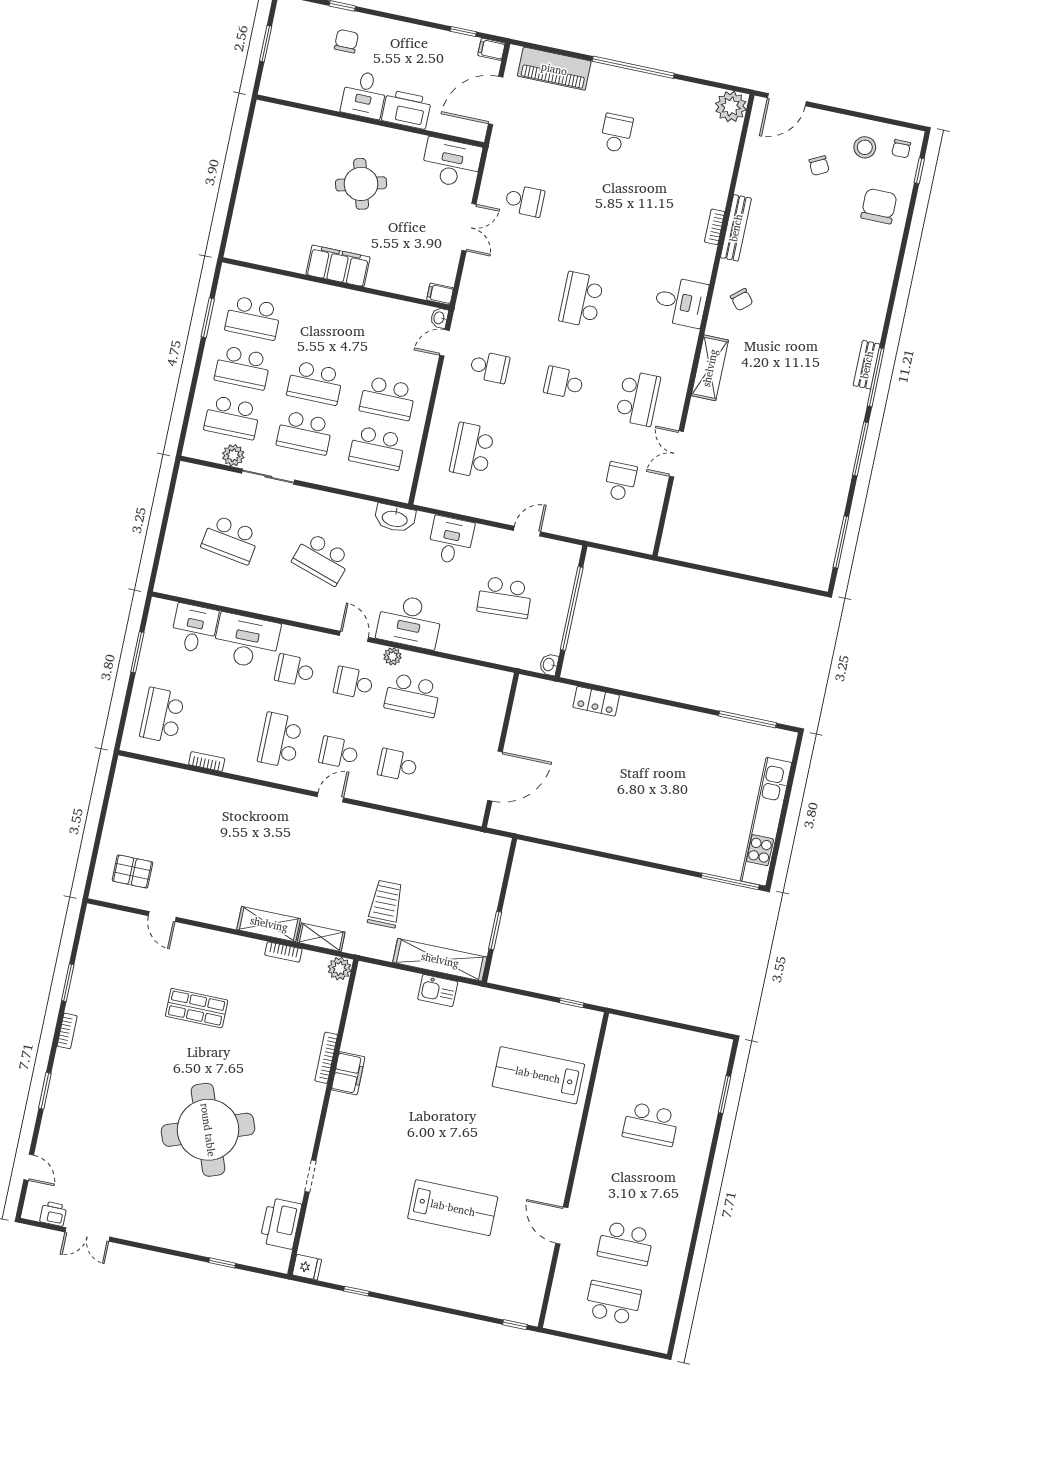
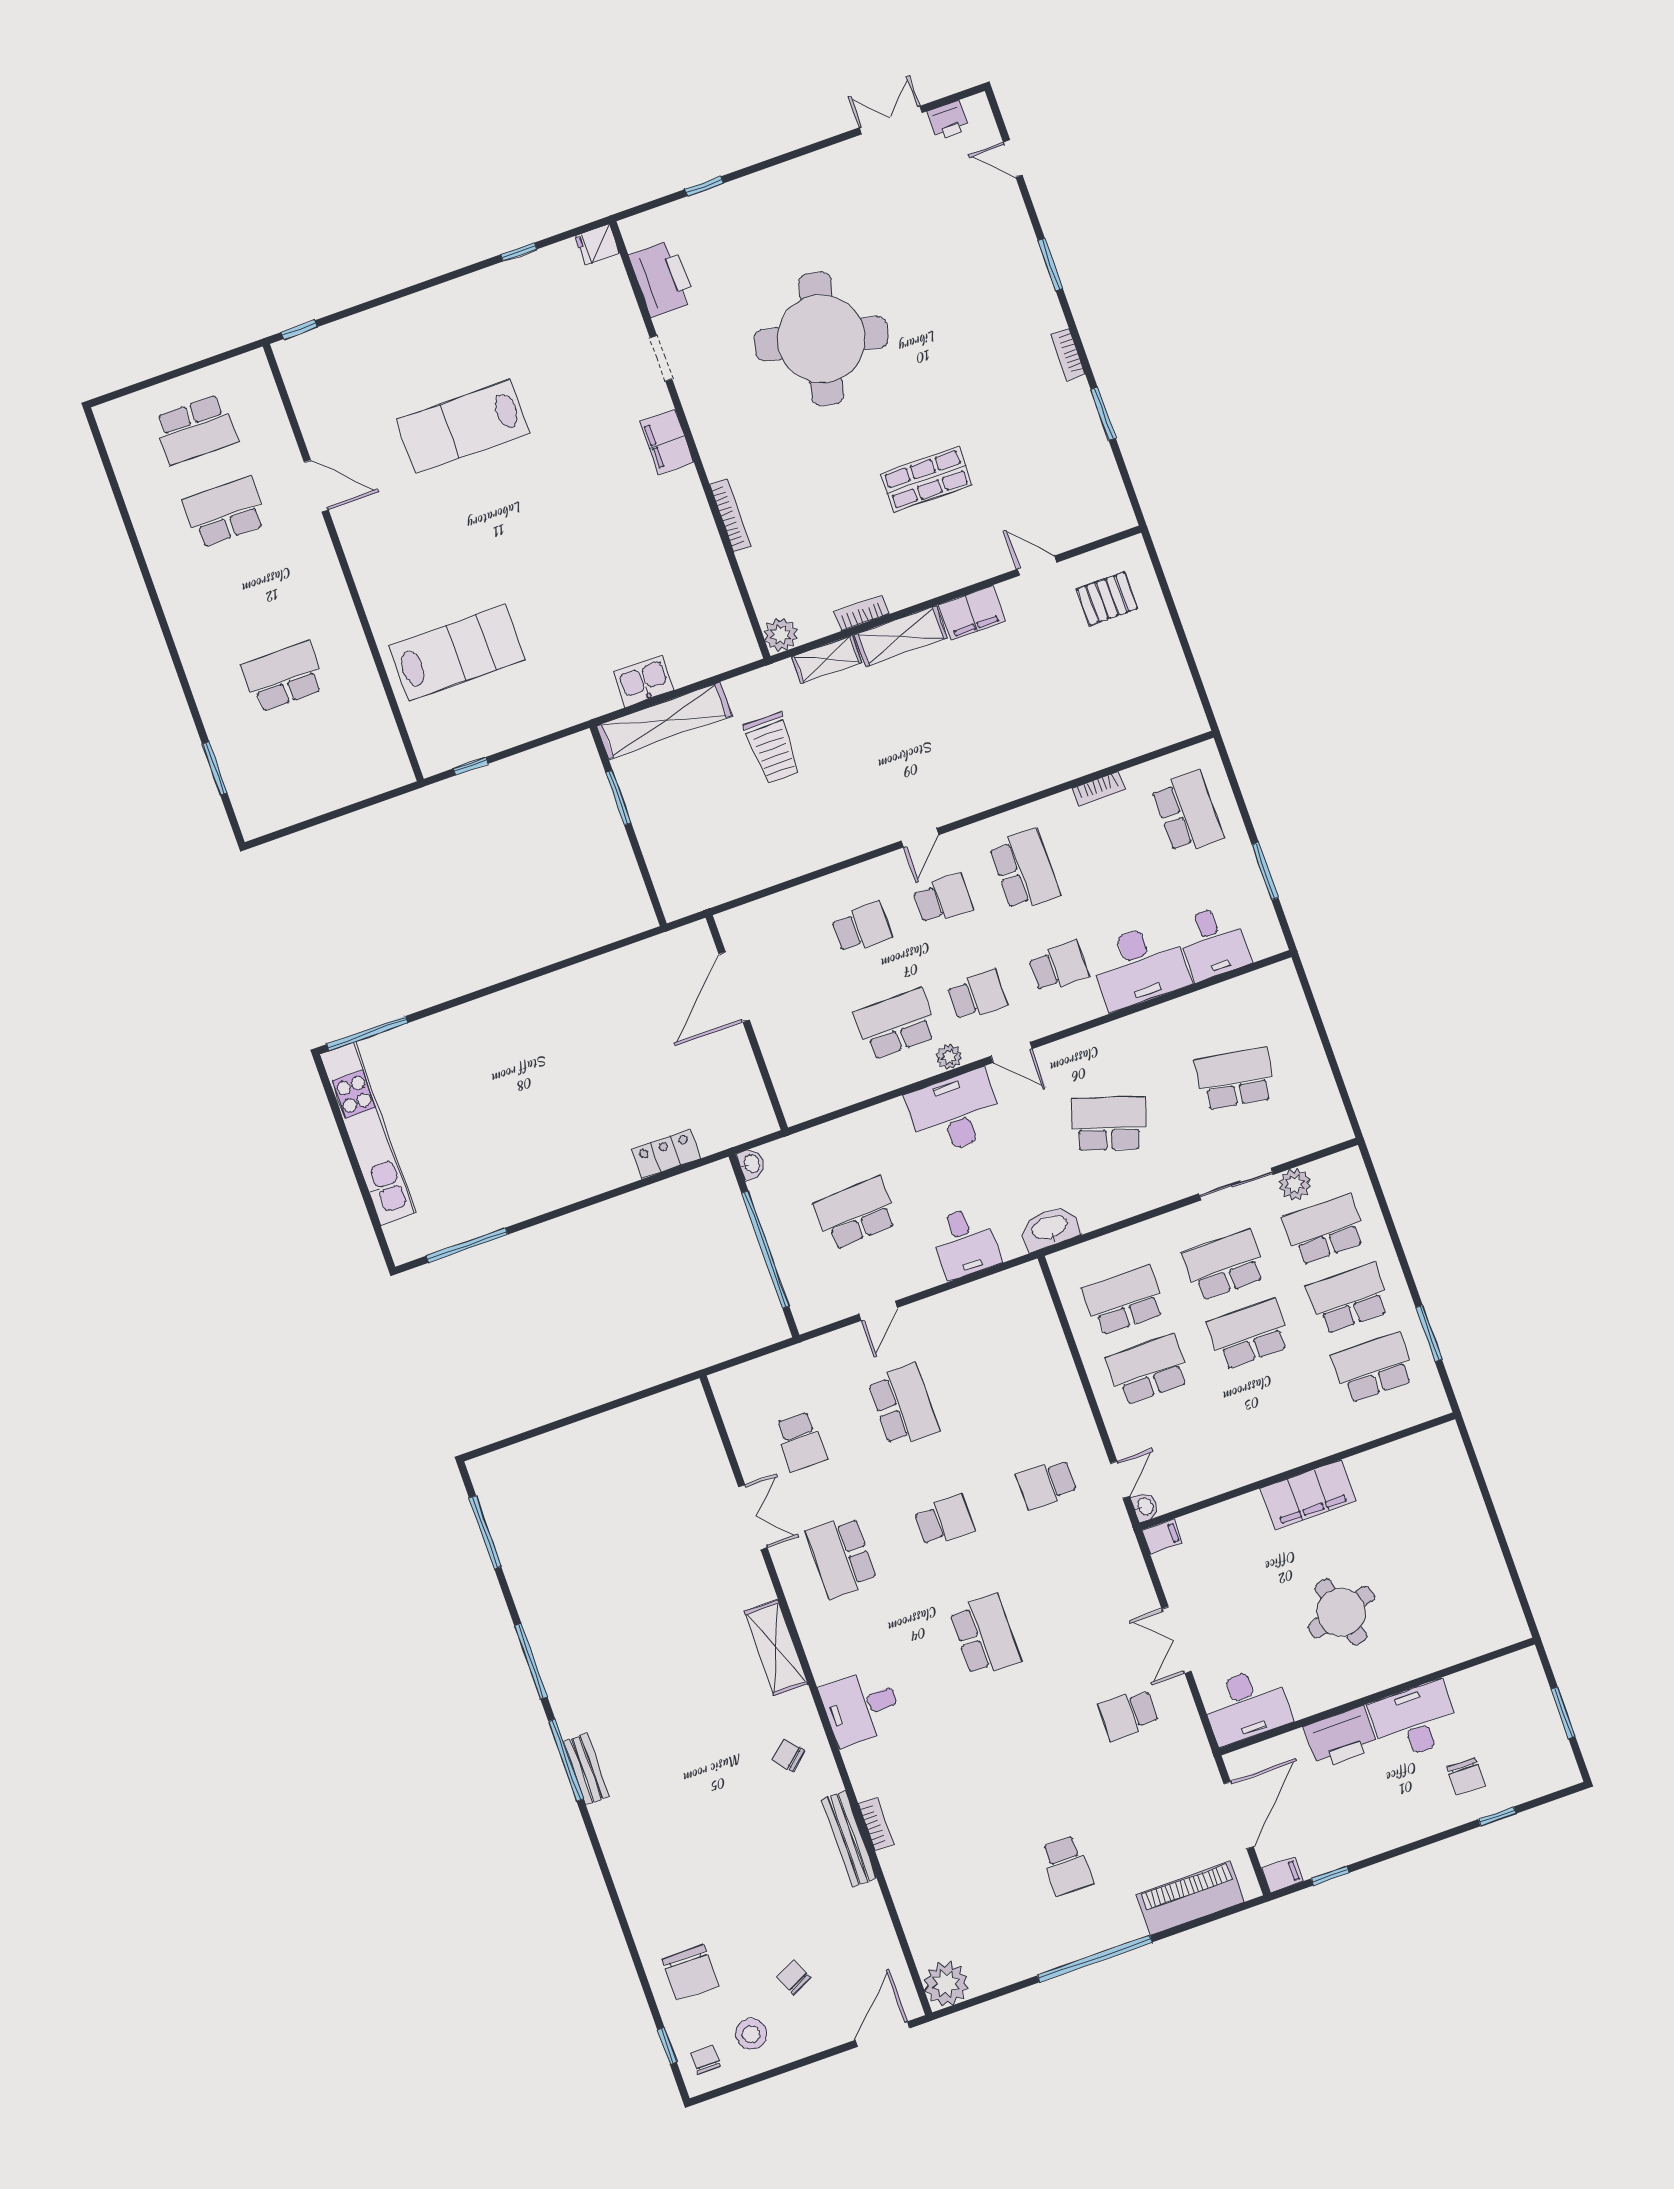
desk: (364, 94) -> (1415, 1721), width x1.37
school desk: (472, 450) -> (903, 1405), moved
filing cabinet: (218, 912) -> (972, 613), added
filing cabinet: (348, 1073) -> (667, 442), moved
round table: (208, 1130) -> (821, 339), turned 33

